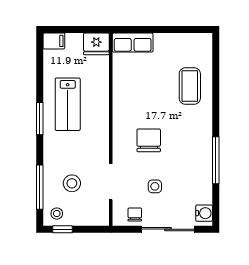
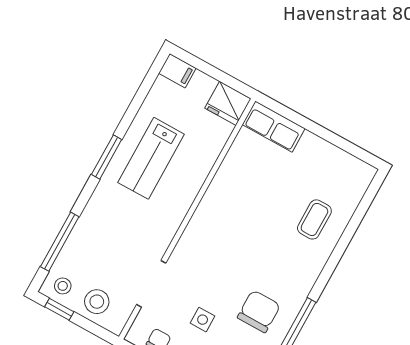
coffee table: (190, 86) -> (314, 219), width x0.73, depth x0.77
chair: (149, 140) -> (259, 311), moved
stool: (72, 183) -> (97, 302), moved

